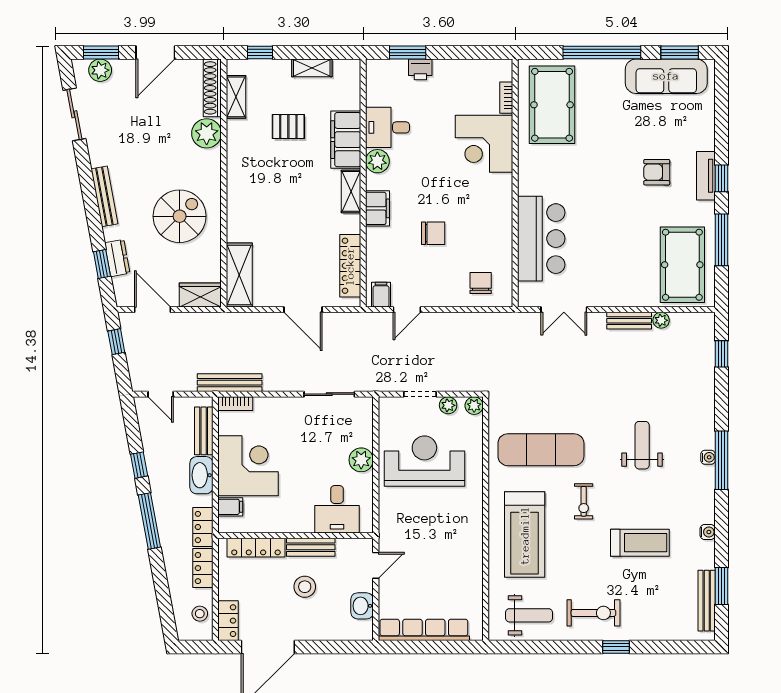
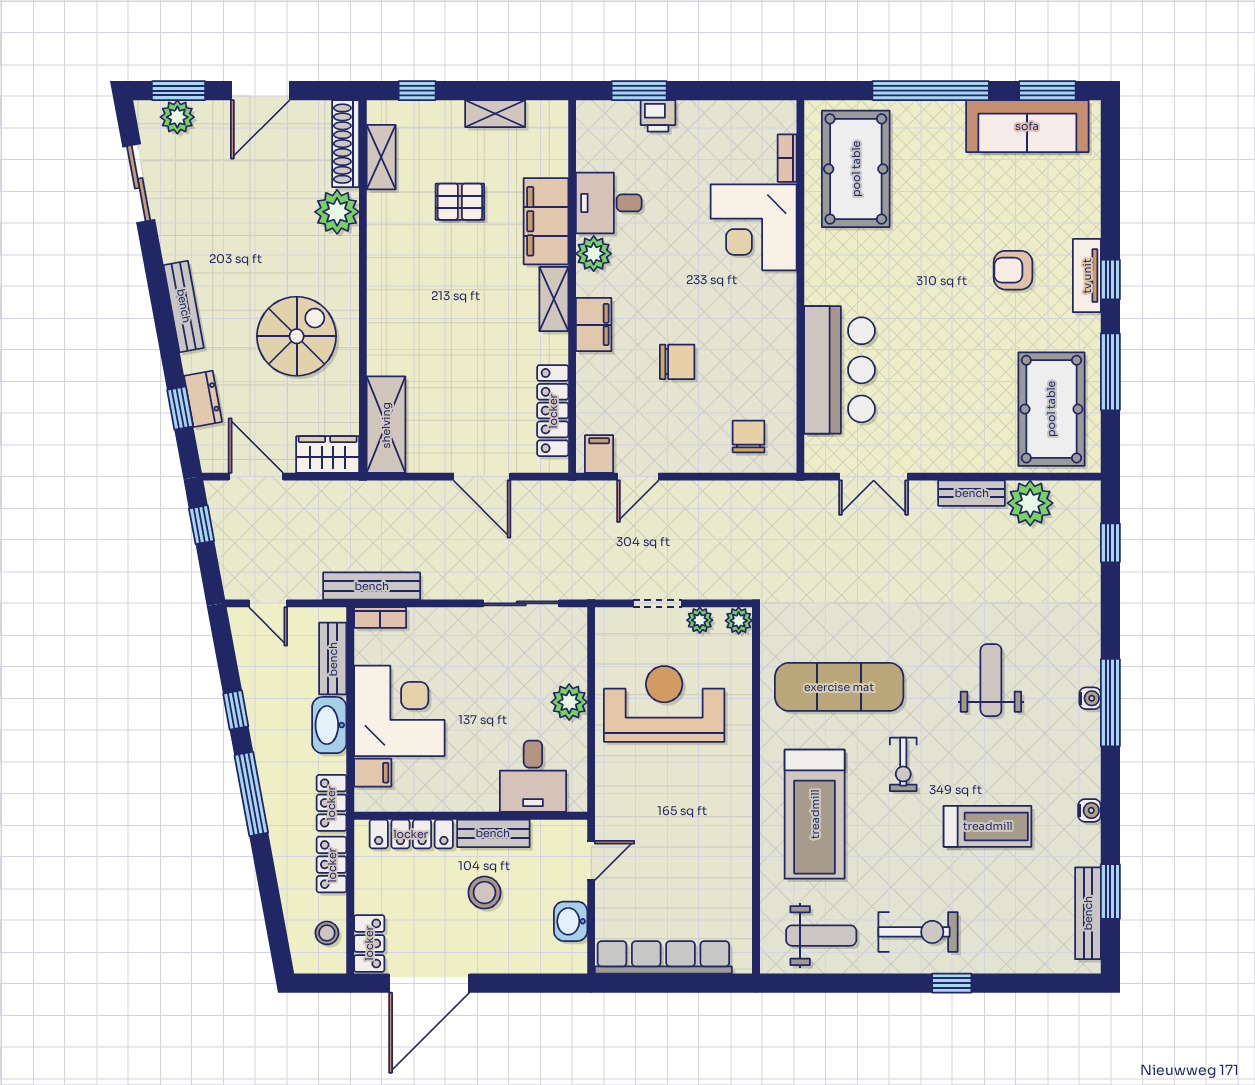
plant: (661, 320) -> (1030, 503), width x1.87, depth x1.87

